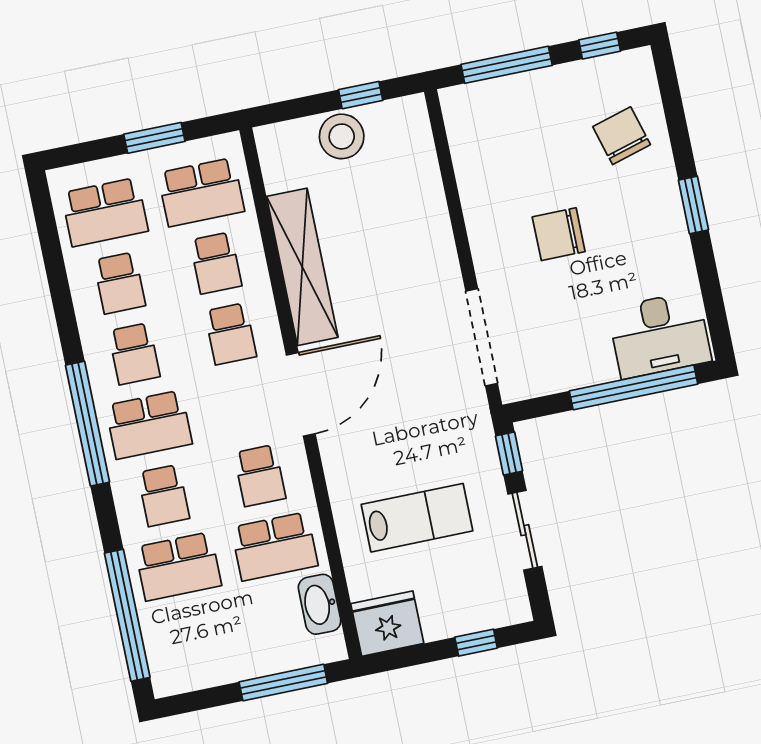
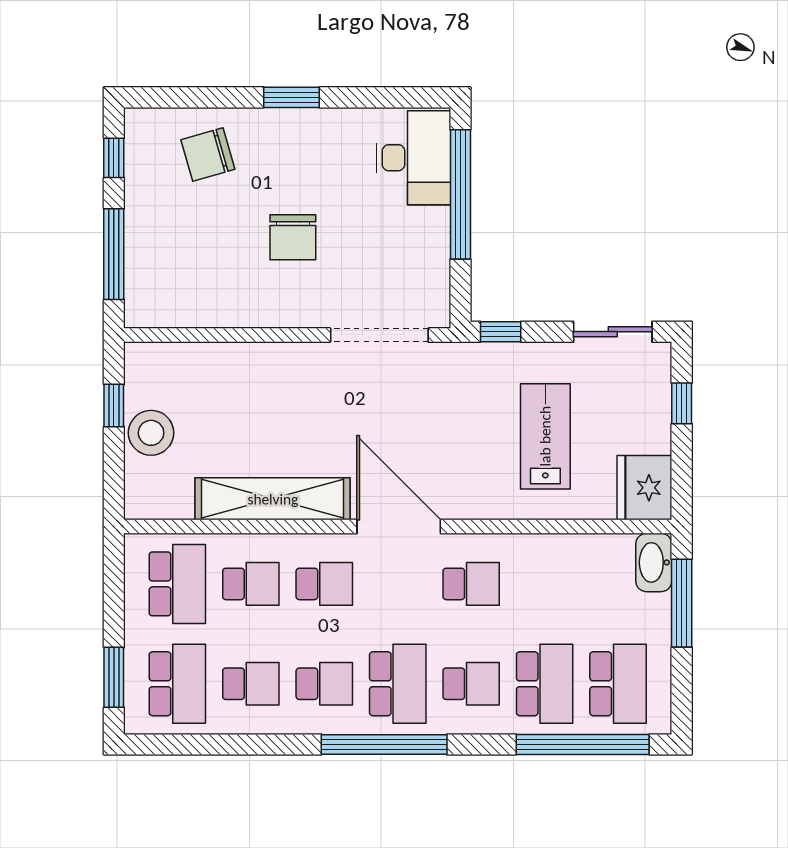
window: (154, 138) -> (114, 677), moved
sliding door: (525, 530) -> (613, 332), moved
school desk: (274, 546) -> (618, 684), moved
washbasin: (320, 604) -> (654, 562), moved, turned 90

